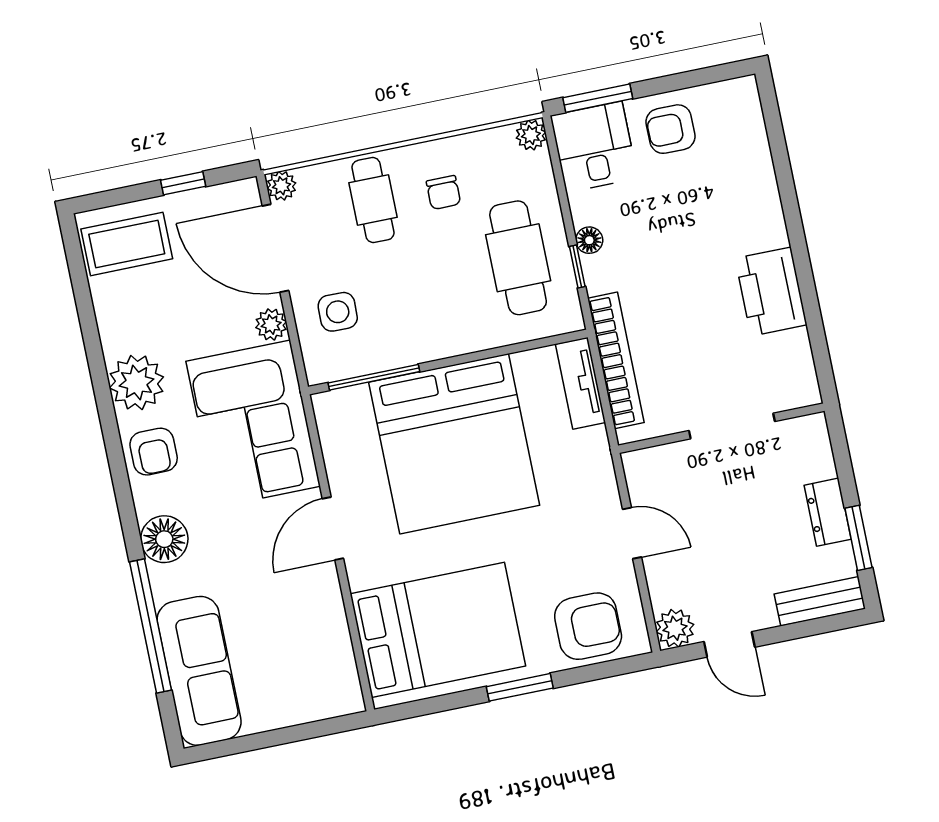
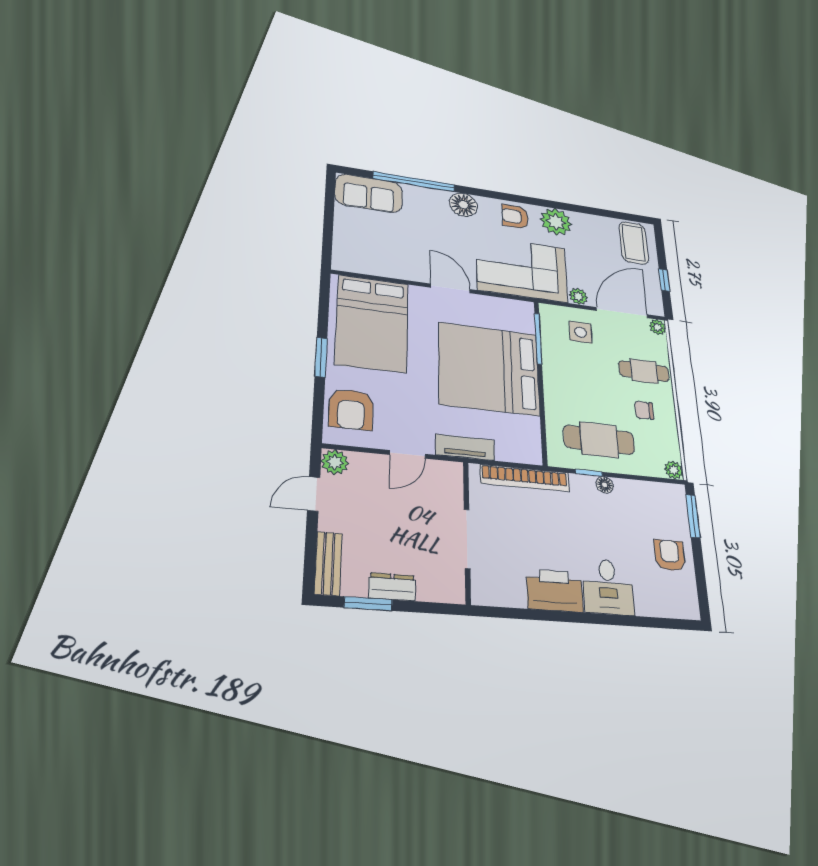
desk: (594, 147) -> (608, 587), moved, turned 90
tv unit: (580, 383) -> (465, 447), moved
sofa: (199, 671) -> (369, 193), width x0.73

